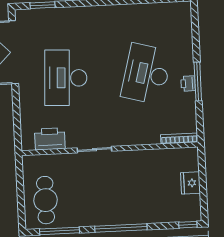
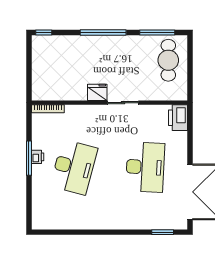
printer: (50, 139) -> (178, 118), moved, turned 90
fridge: (190, 183) -> (97, 92), moved, turned -90

